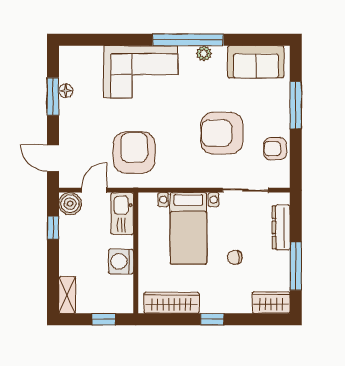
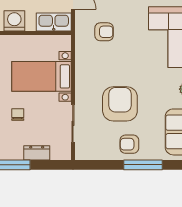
armchair: (275, 149) -> (129, 144), moved, turned -90
armchair: (134, 152) -> (104, 32), width x0.53, depth x0.53
dresser: (281, 227) -> (37, 153), width x0.70

